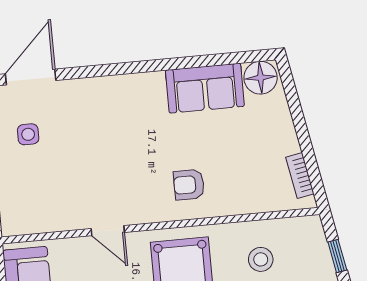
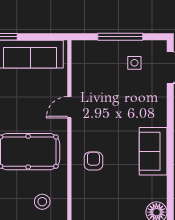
sofa: (205, 88) -> (153, 151), moved

